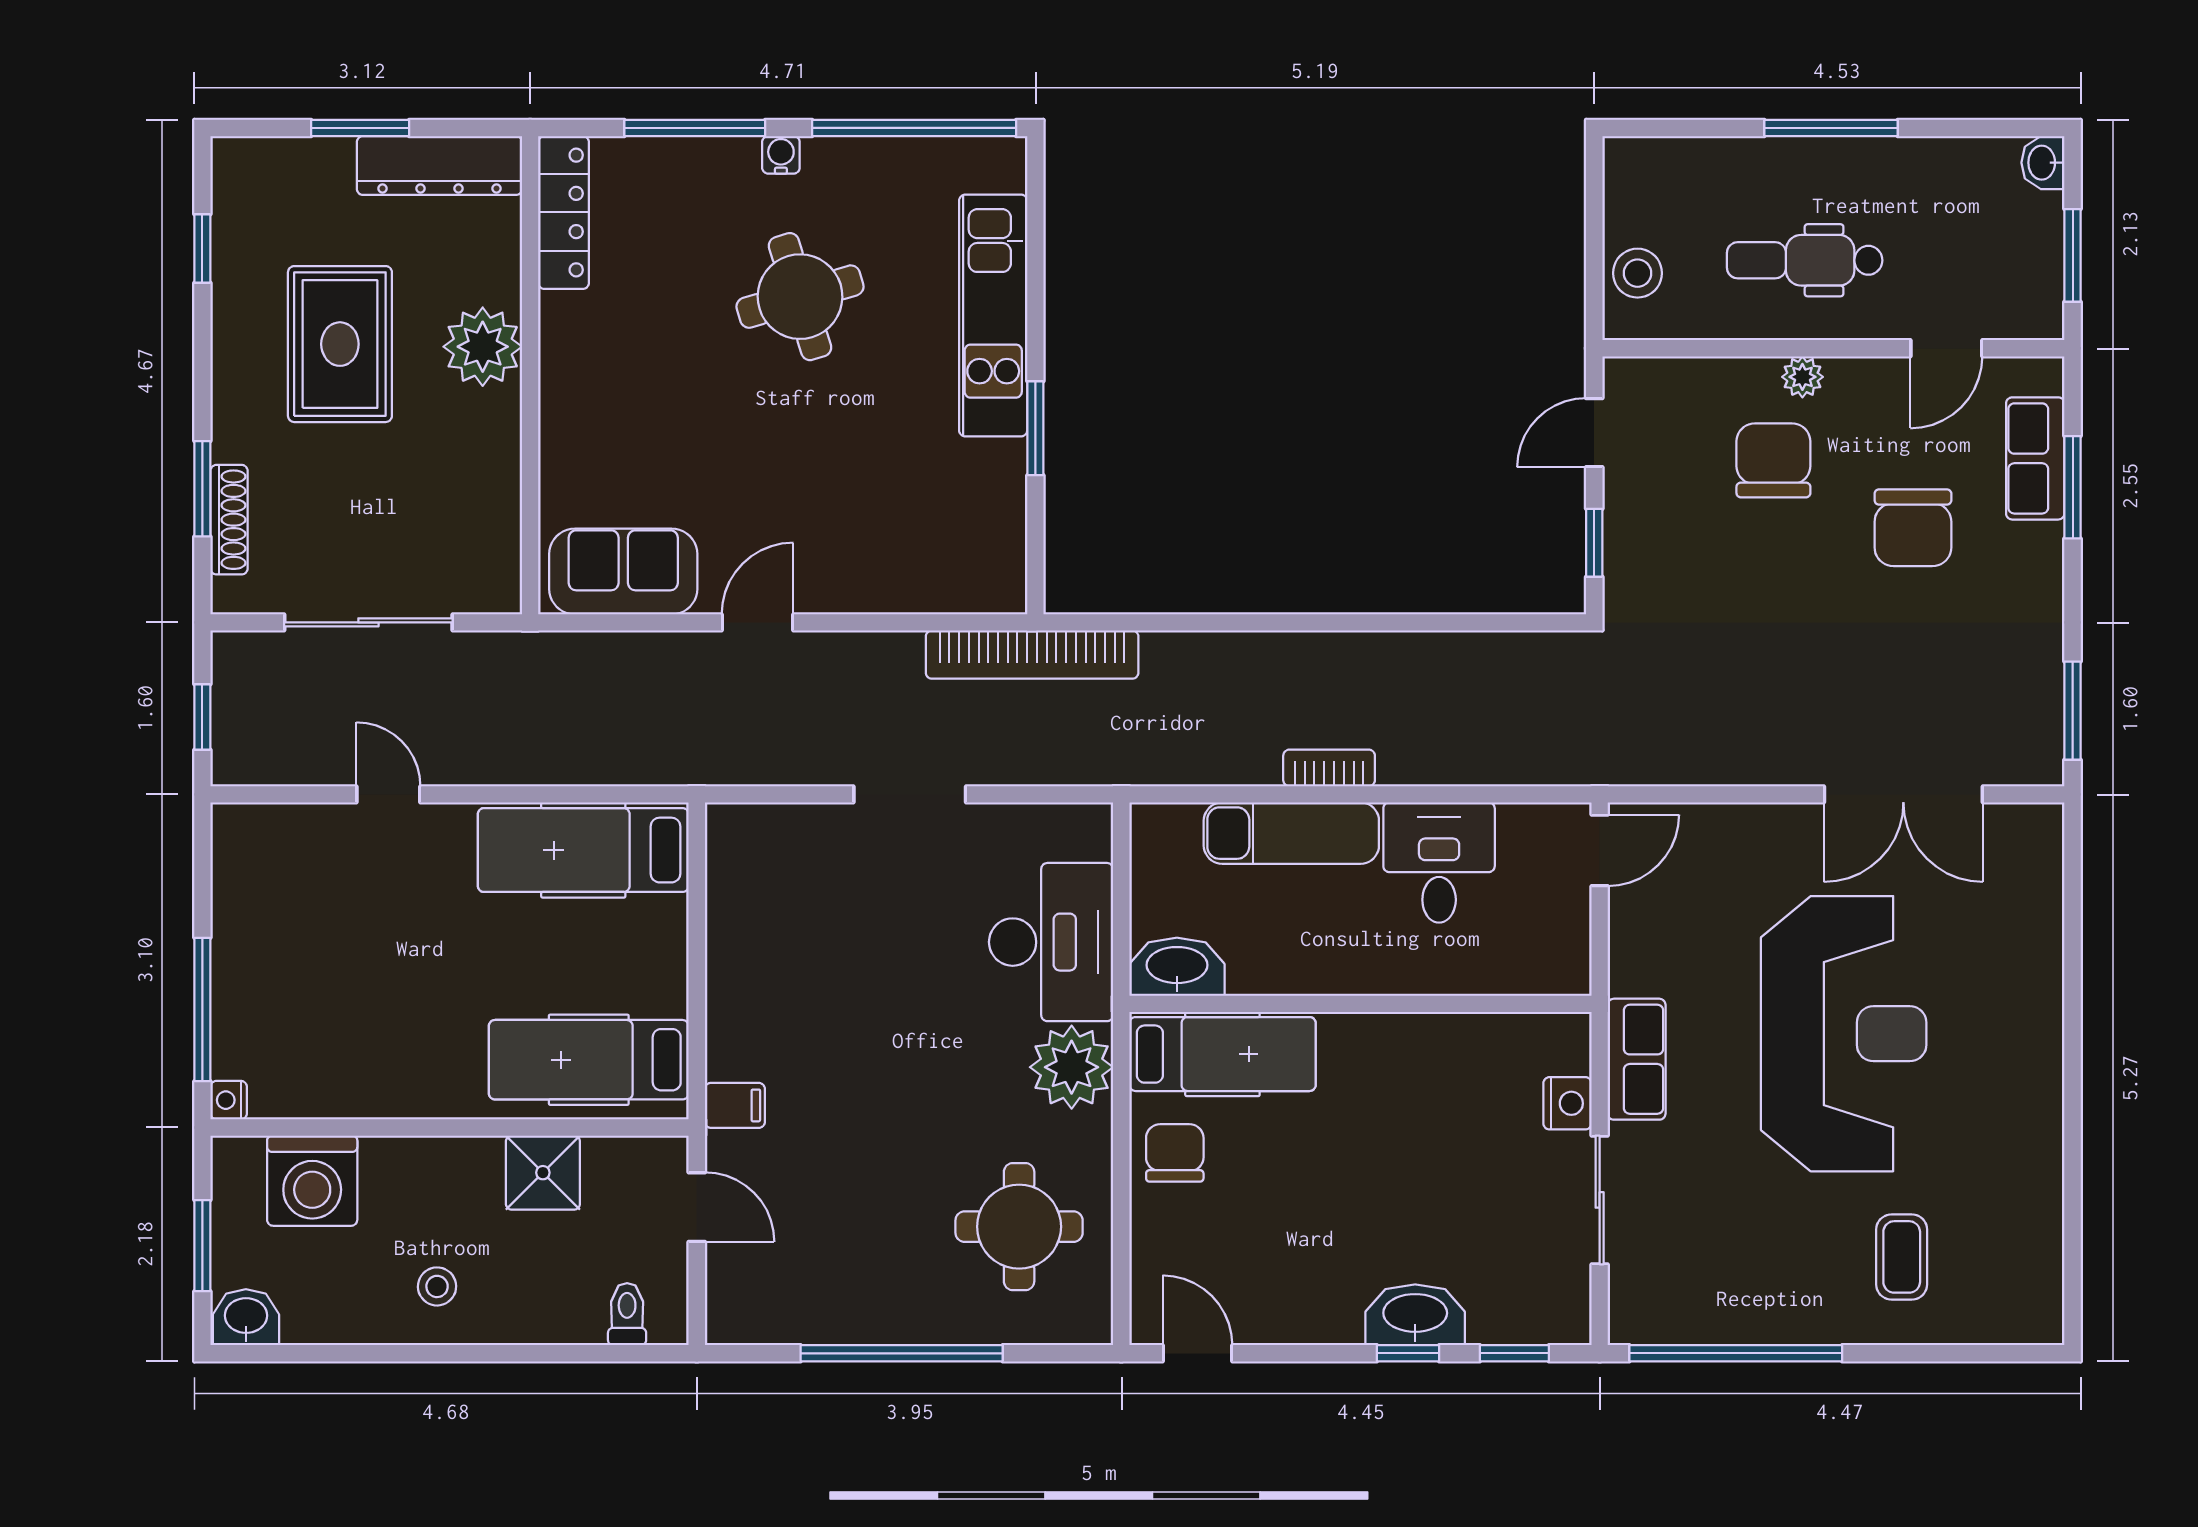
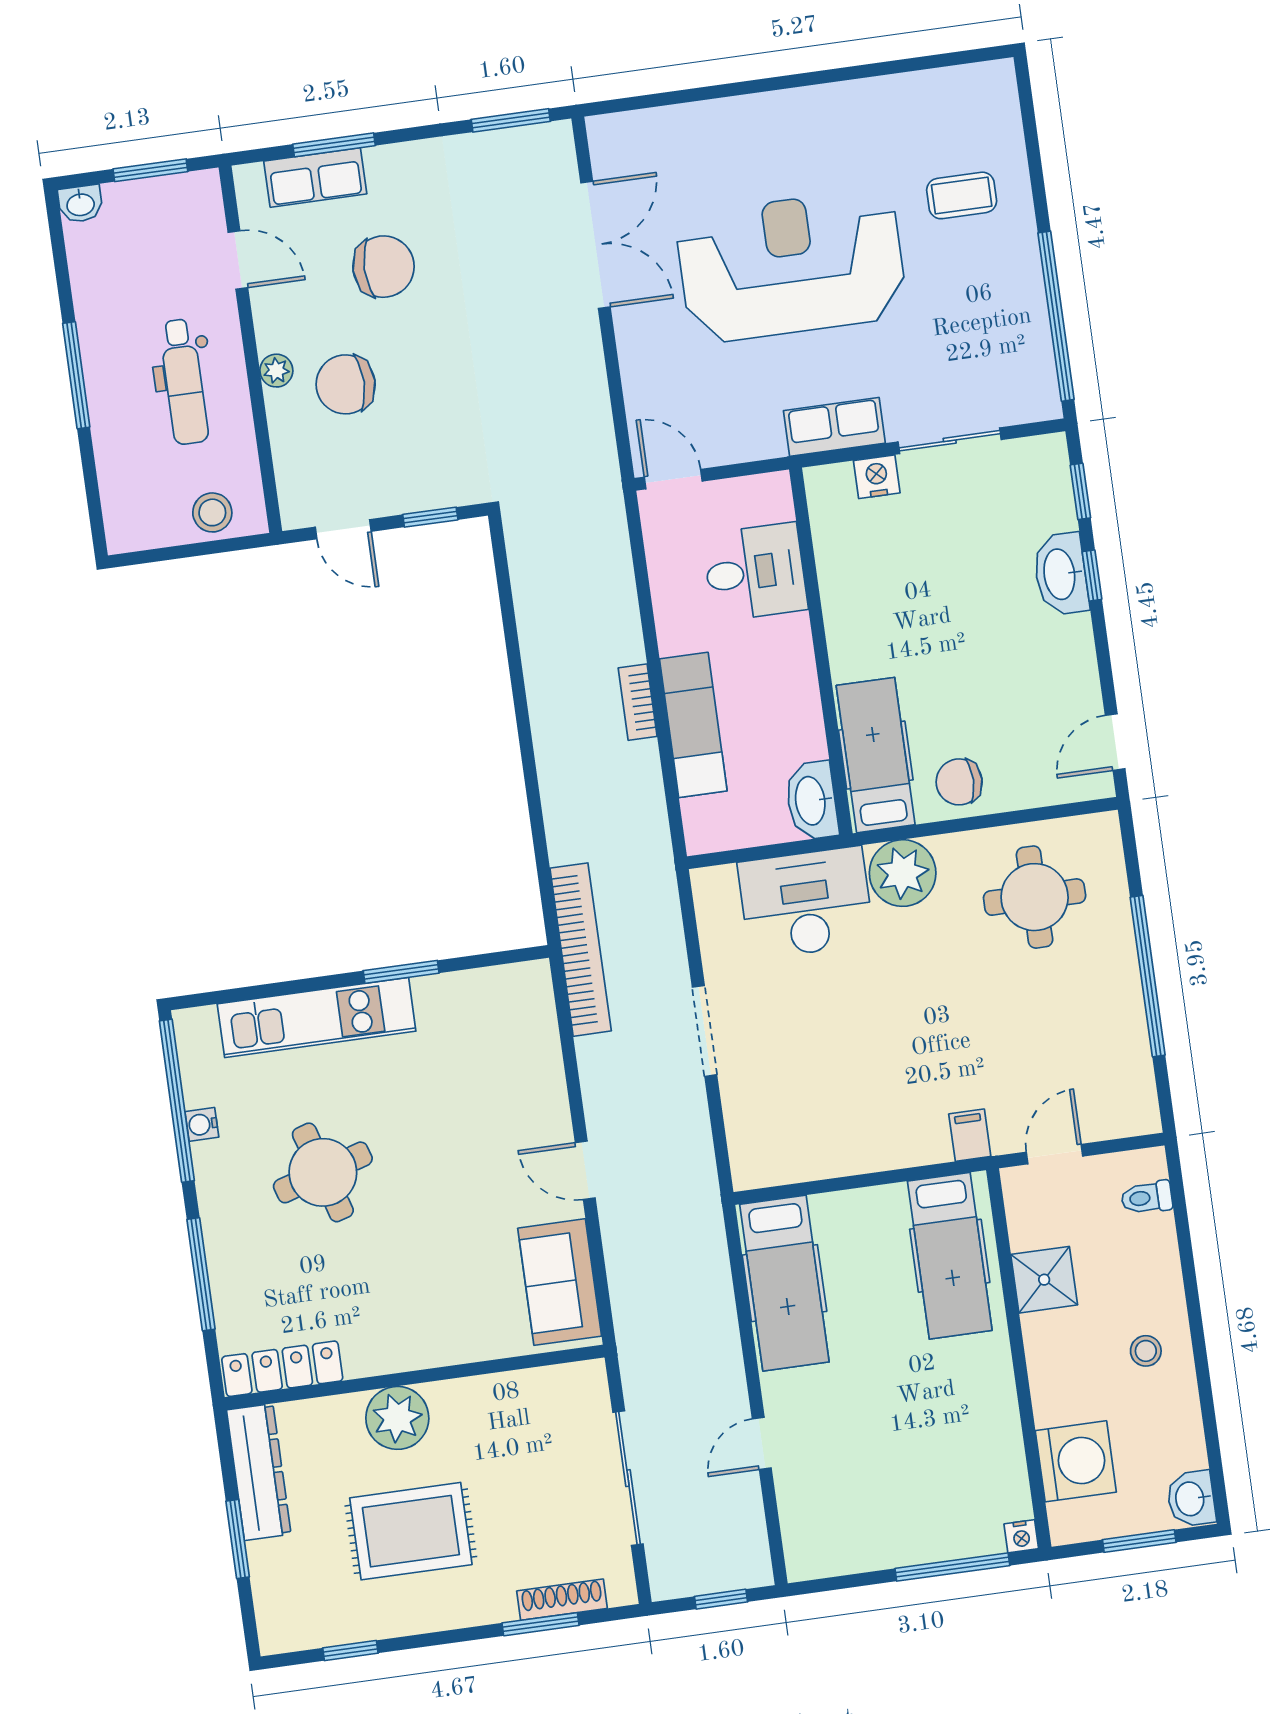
water cooler: (781, 155) -> (202, 1124), moved
desk: (1439, 863) -> (755, 572), moved, turned 180

